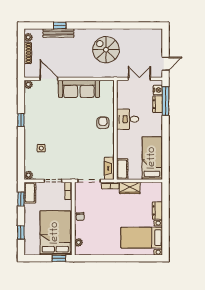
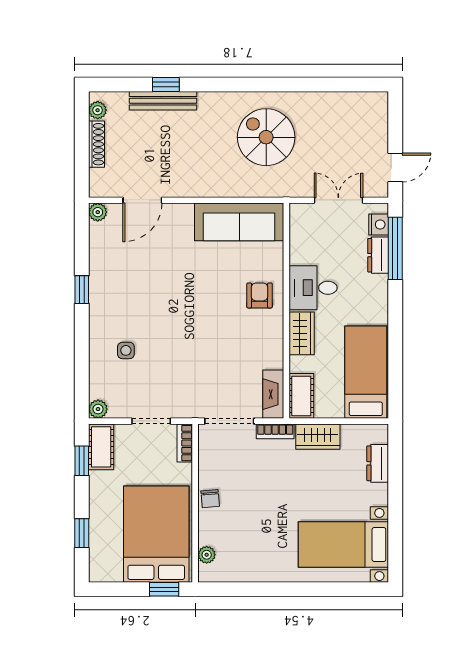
door: (49, 79) -> (142, 200), swing flipped
sofa: (79, 89) -> (239, 222), moved
wardrobe: (122, 140) -> (302, 333), added
dresser: (157, 211) -> (378, 463), moved

